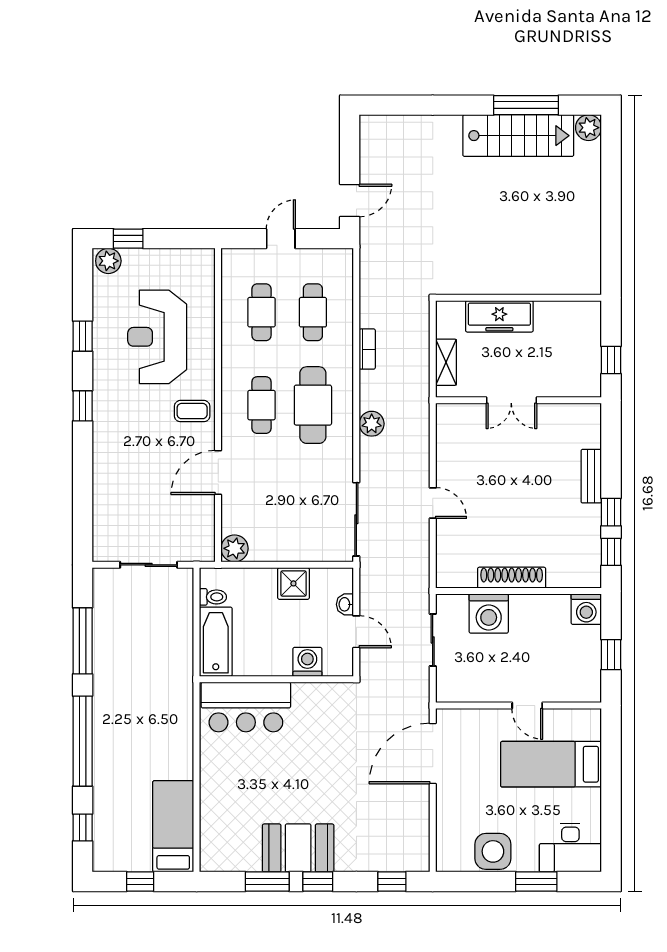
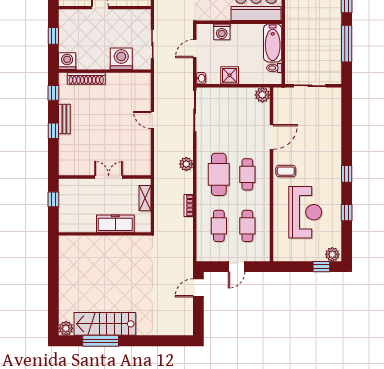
bench: (591, 476) -> (64, 119), moved
window: (611, 512) -> (53, 131), moved
shoe rack: (512, 578) -> (86, 79), moved
washbasin: (345, 604) -> (201, 78), moved
door: (356, 632) -> (195, 49), hinge flipped

